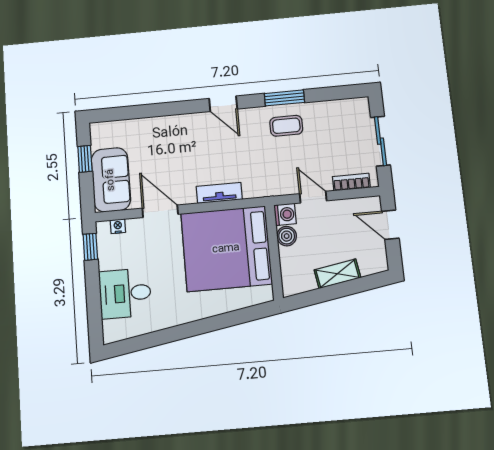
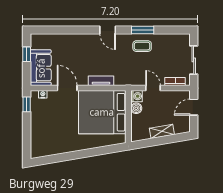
door: (390, 225) -> (194, 107), hinge flipped
desk: (125, 293) -> (44, 132), removed

